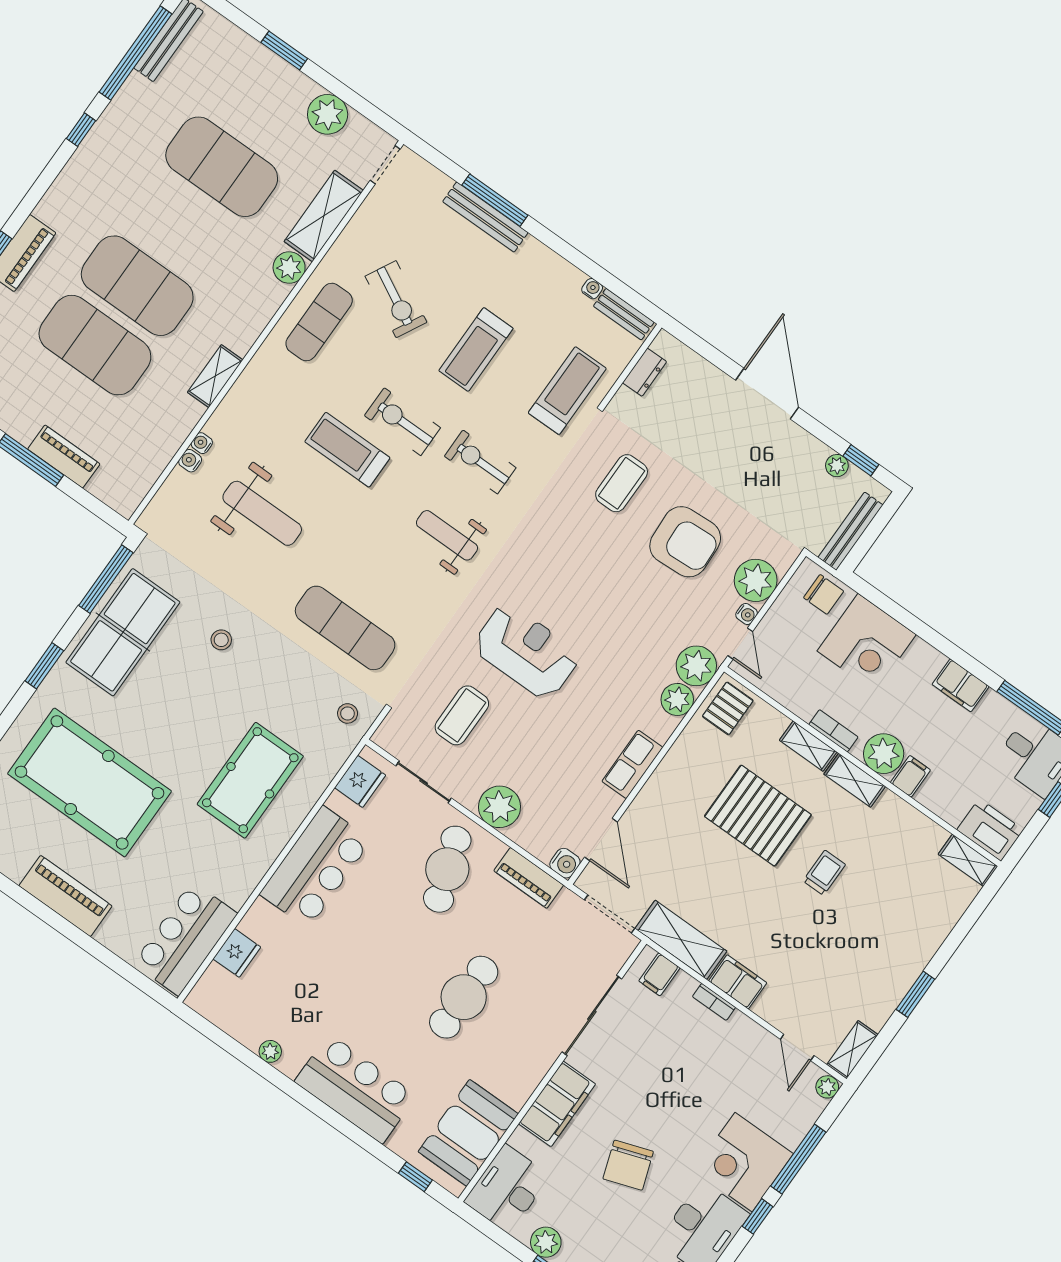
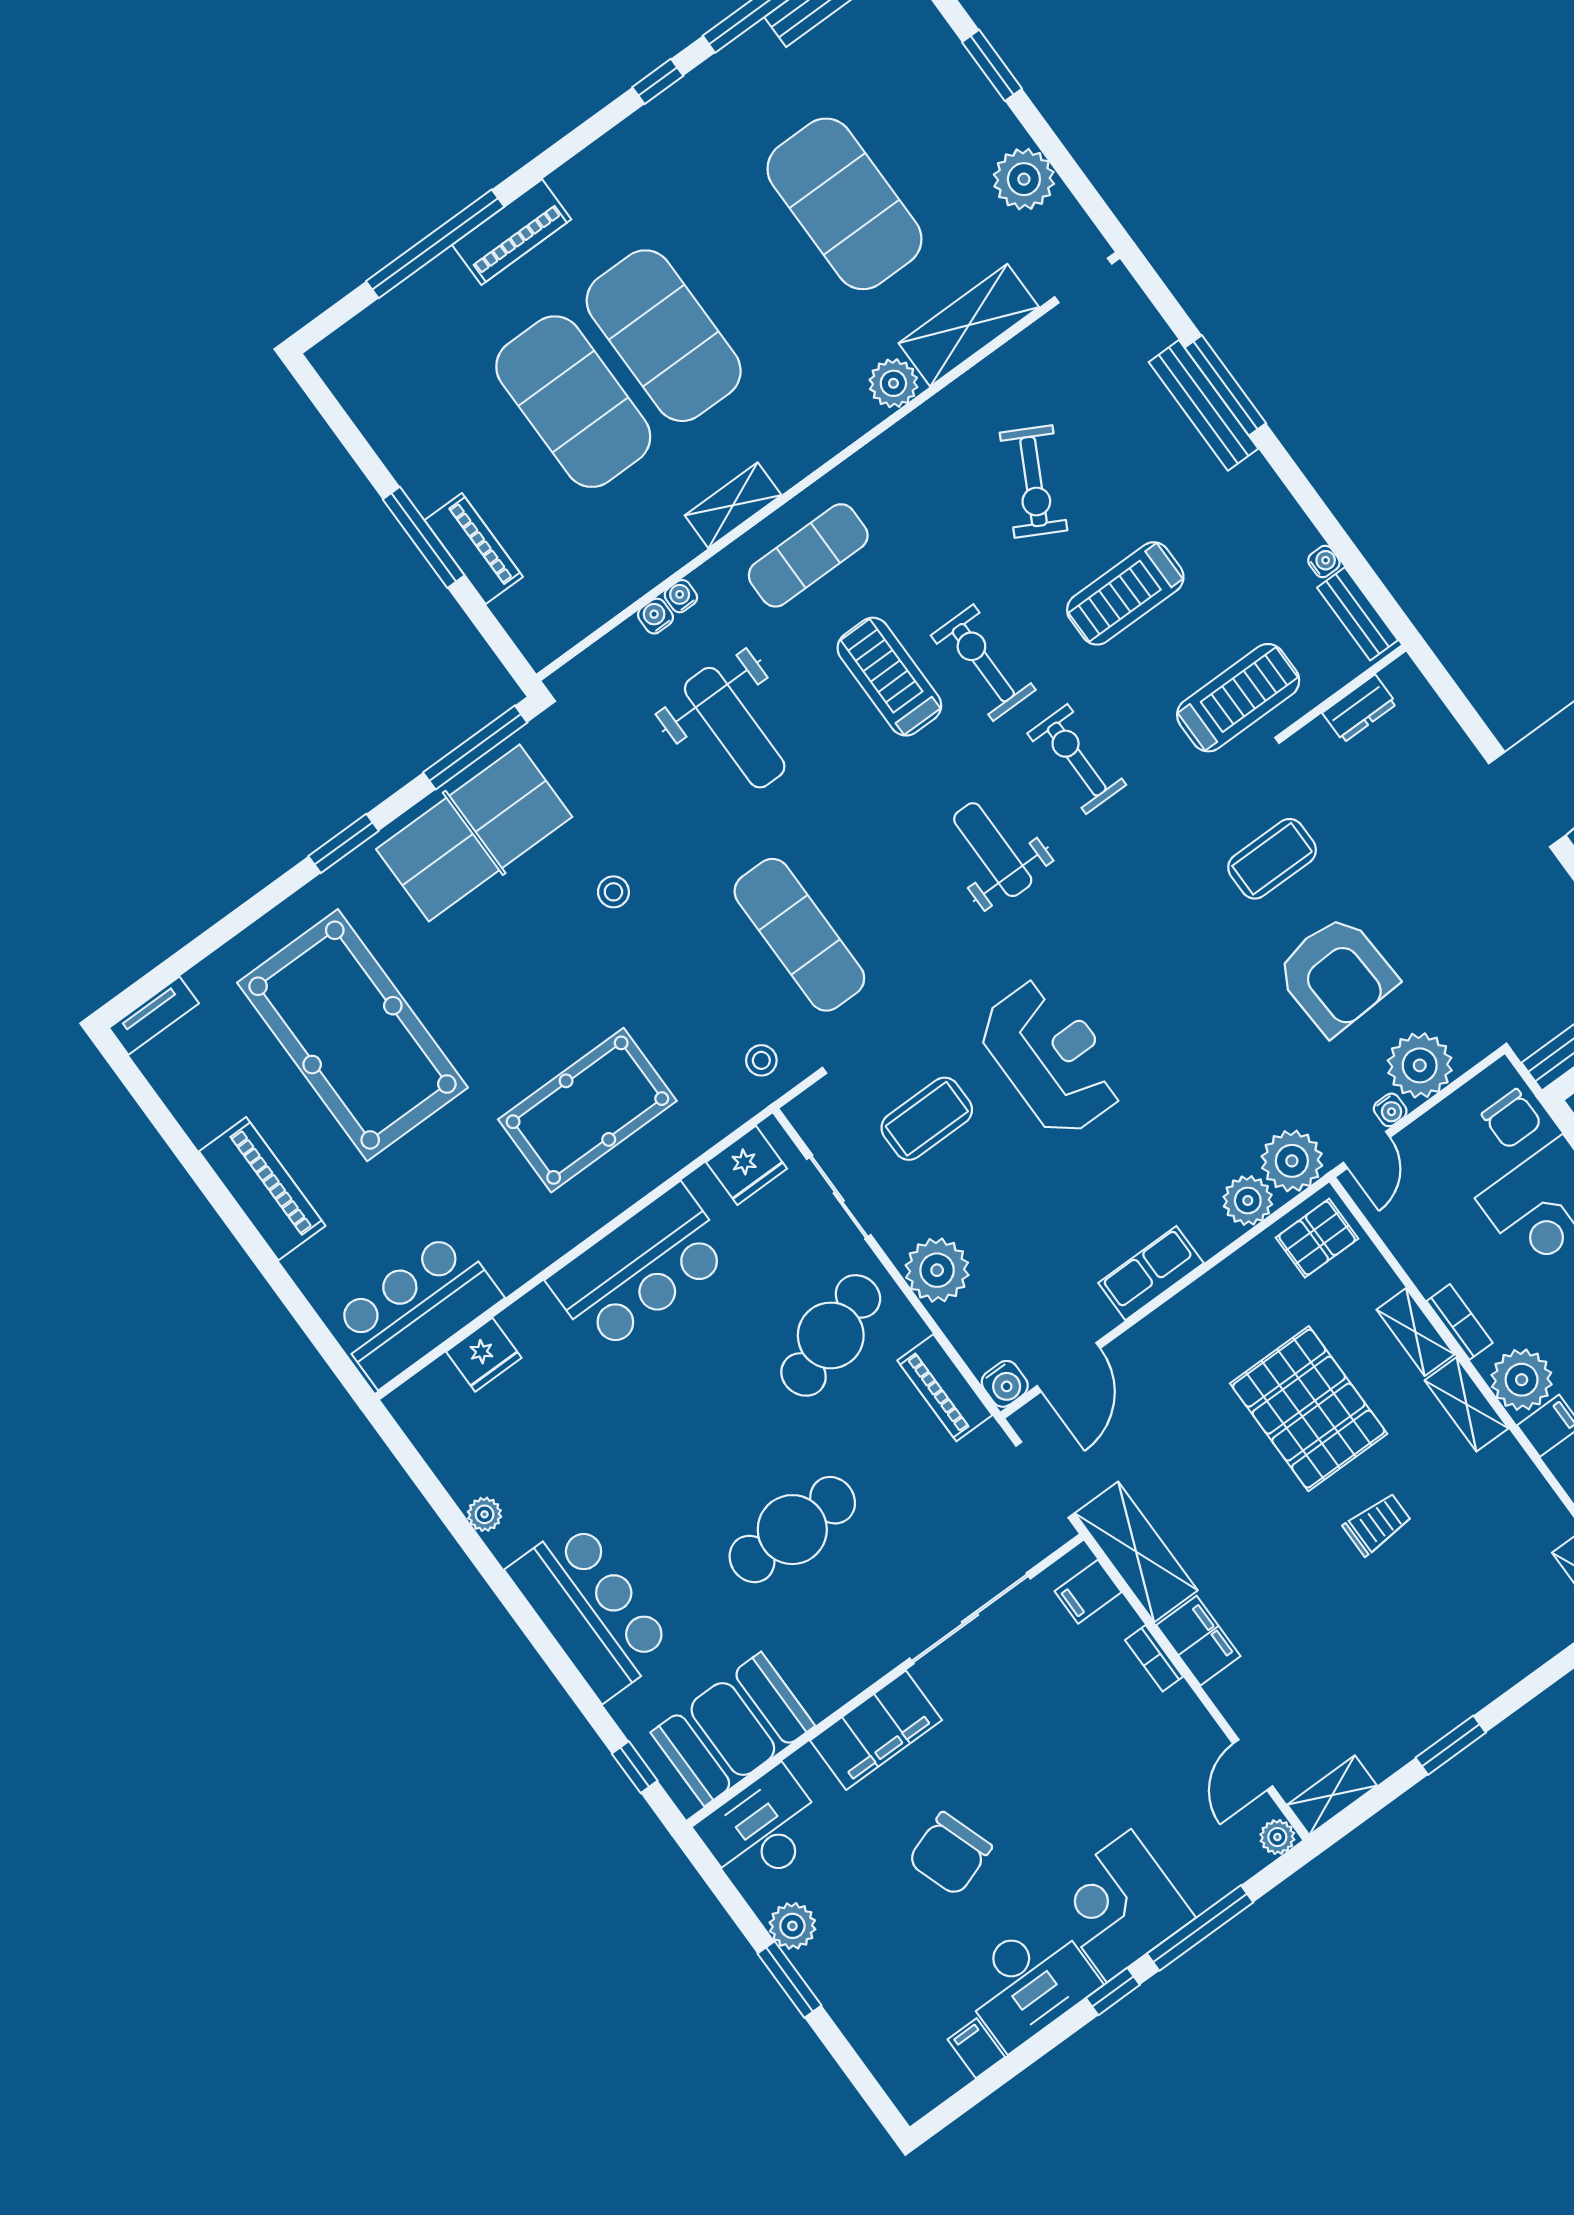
exercise mat: (319, 322) -> (808, 555), moved

